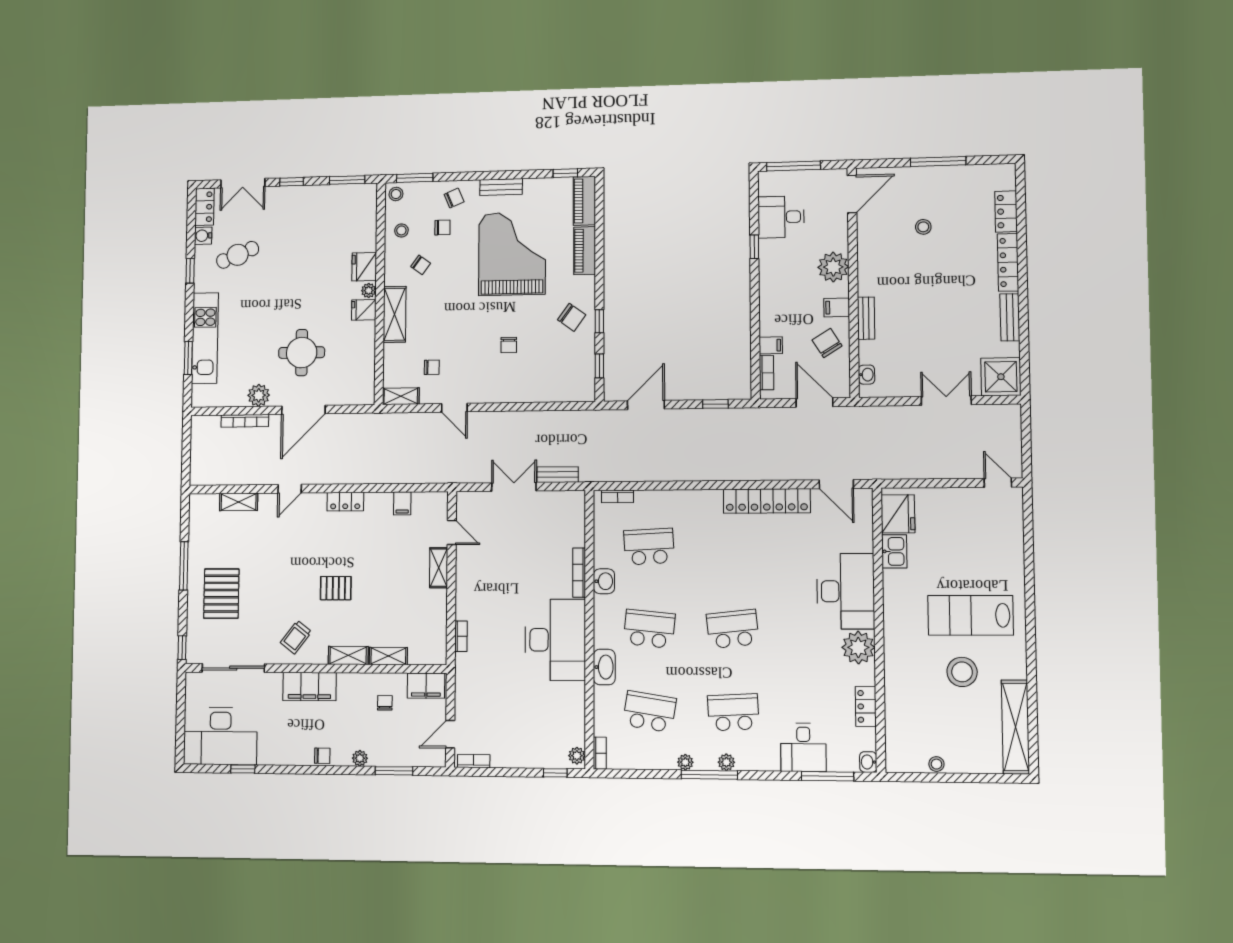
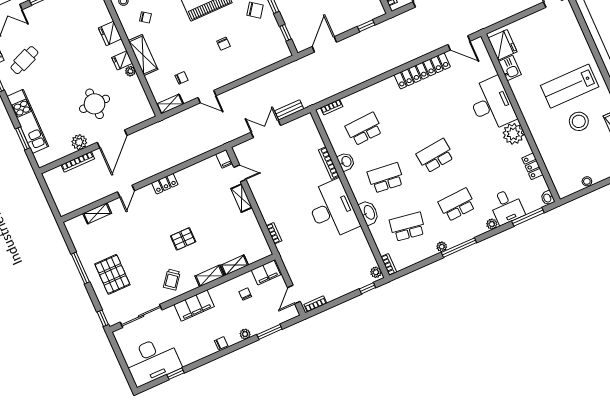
plant: (369, 290) -> (130, 71), moved
filing cabinet: (402, 503) -> (224, 159), moved
plant: (726, 762) -> (492, 224), moved

